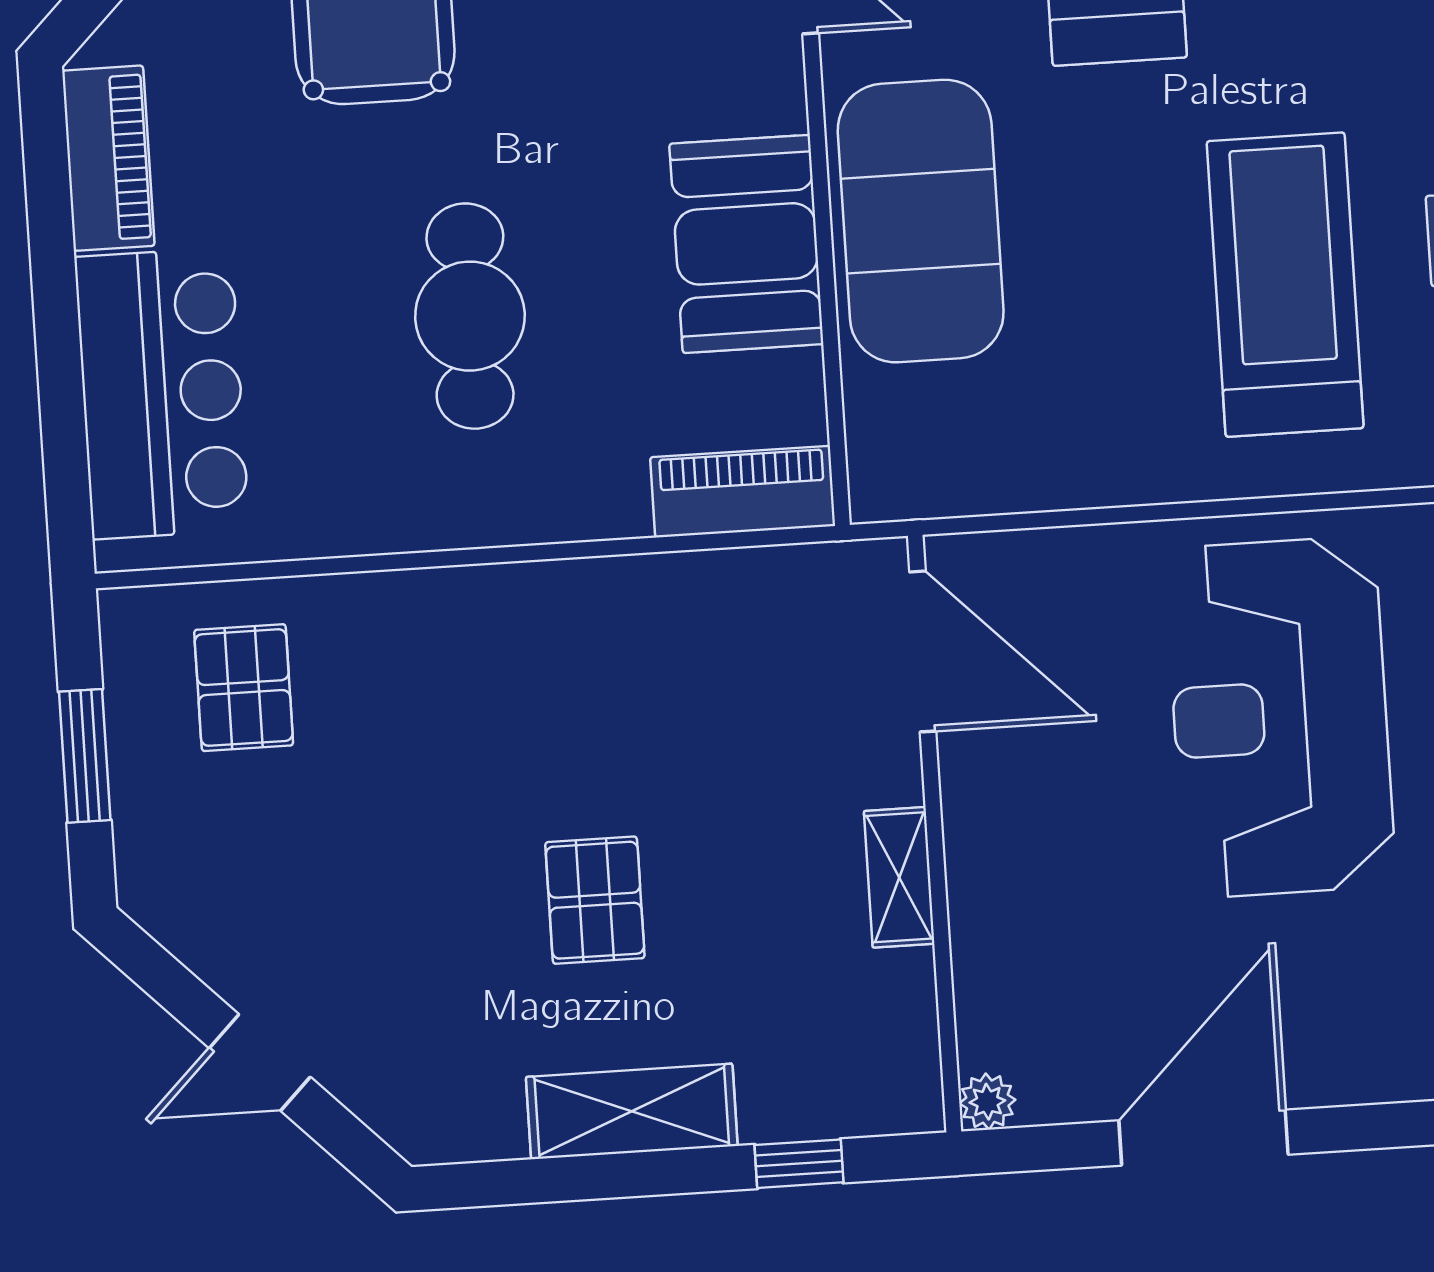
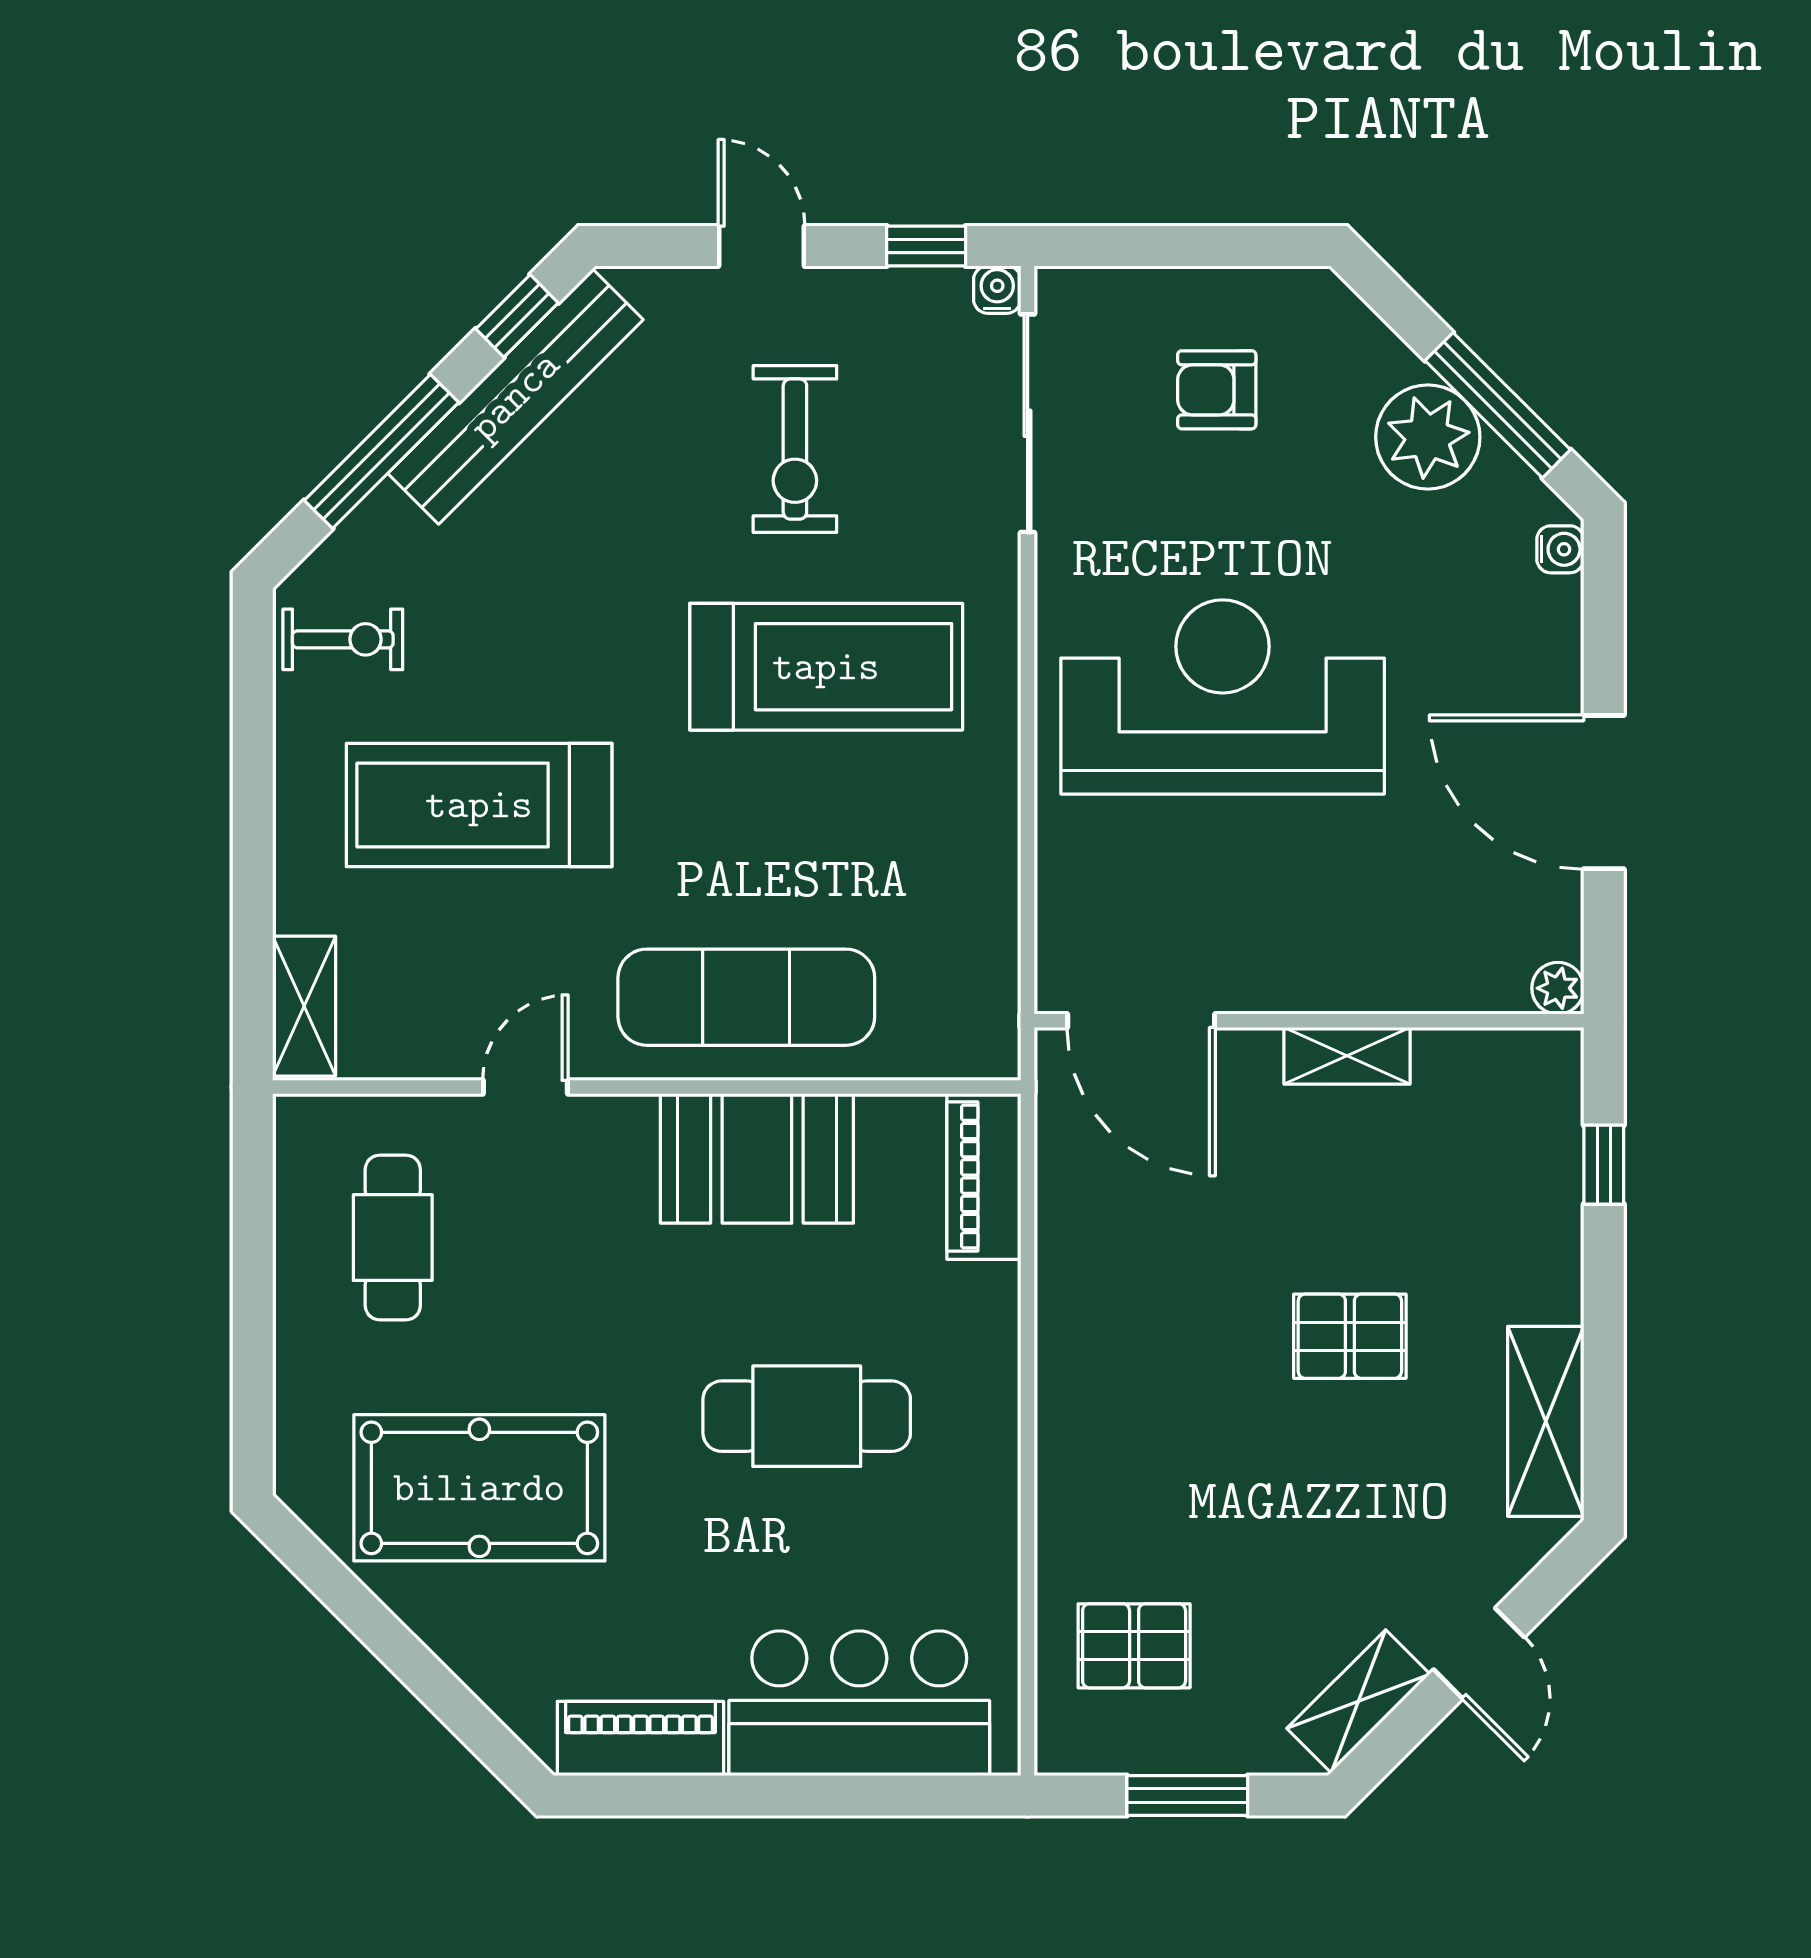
exercise mat: (921, 221) -> (746, 997), width x0.68
treadmill: (1285, 285) -> (826, 667), turned 180
door: (923, 651) -> (1141, 1021), swing flipped
reception desk: (1280, 717) -> (1223, 697), turned 180
shelving: (199, 935) -> (1358, 1701), added
shelving: (632, 1111) -> (1546, 1421), moved

